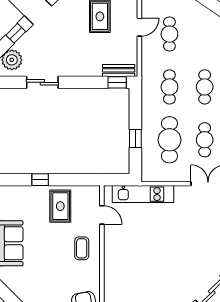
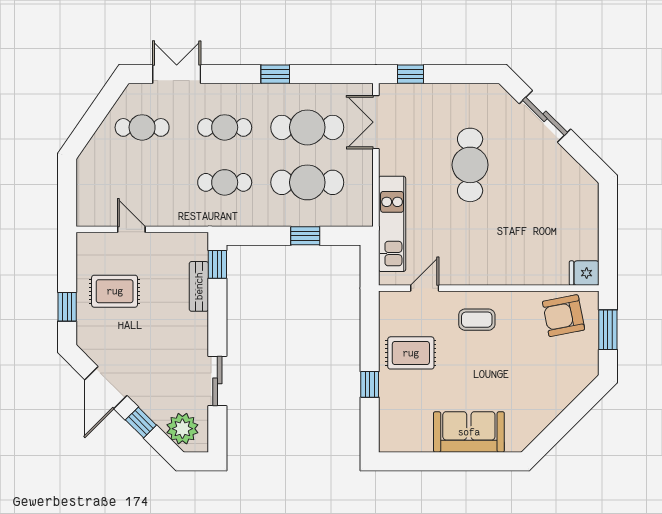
cafe table: (169, 34) -> (142, 127), moved
bench: (119, 70) -> (199, 286), moved
cafe table: (205, 140) -> (307, 127), width x1.37, depth x1.35
cafe table: (181, 244) -> (470, 165), added

